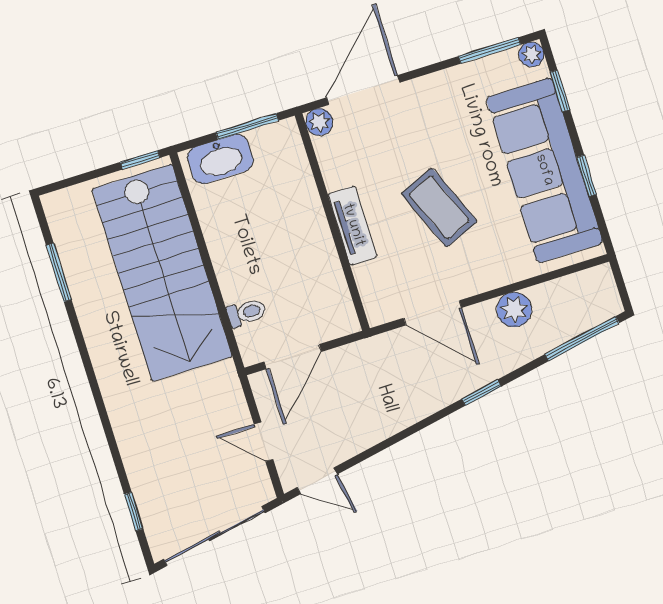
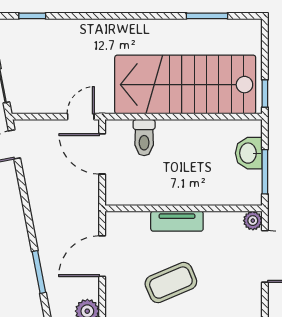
washbasin: (220, 159) -> (249, 153), width x0.72
toilet: (247, 313) -> (144, 138), width x1.37, depth x1.39
window: (481, 393) -> (39, 272), width x1.50
door: (263, 442) -> (81, 117), moved

